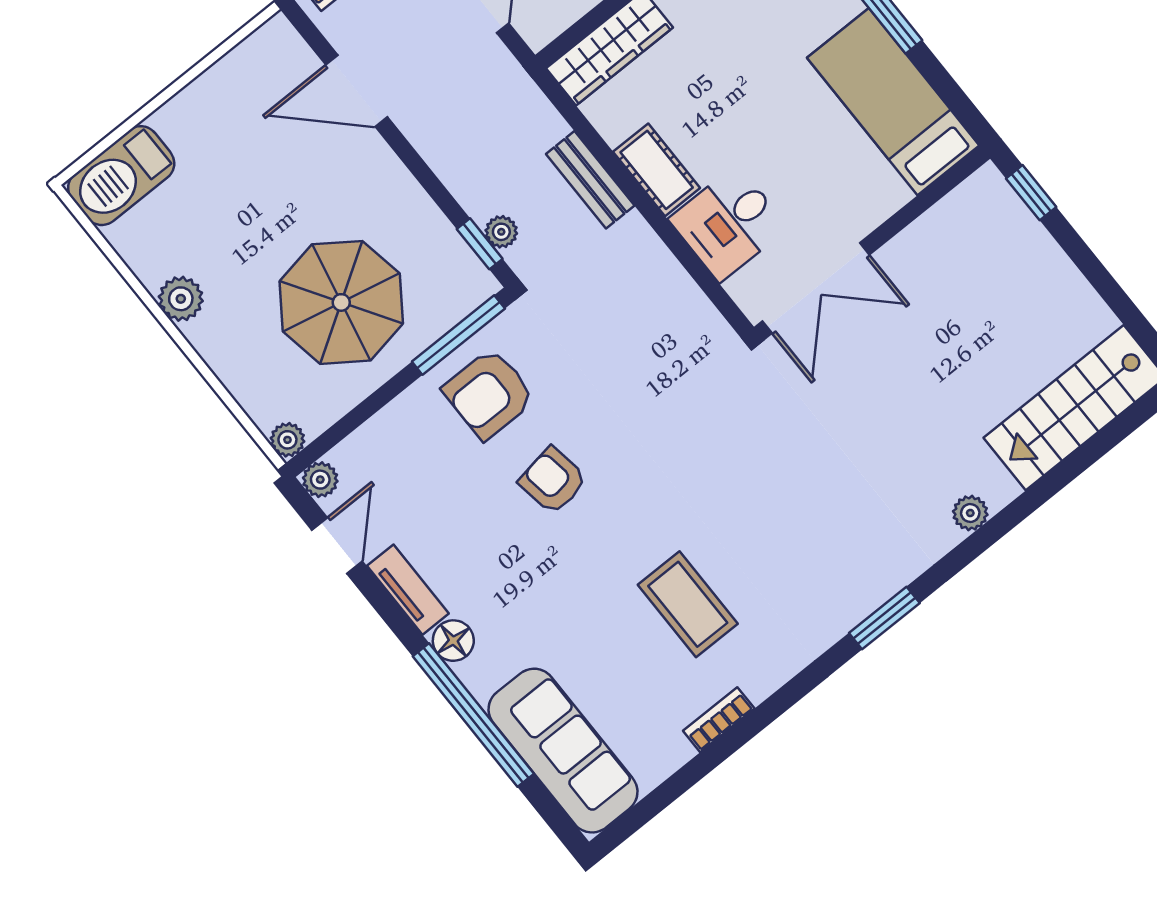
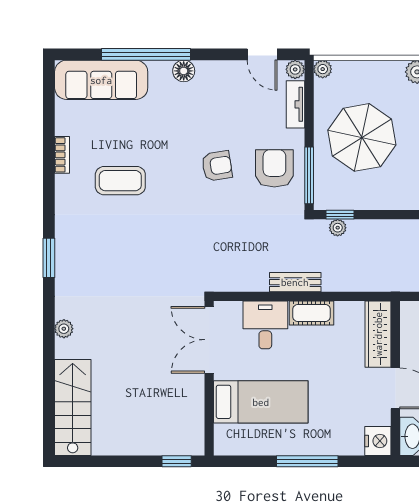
bed: (893, 102) -> (261, 402), moved
bench: (590, 180) -> (295, 282), moved
tv unit: (408, 590) -> (295, 104), moved, turned 90

